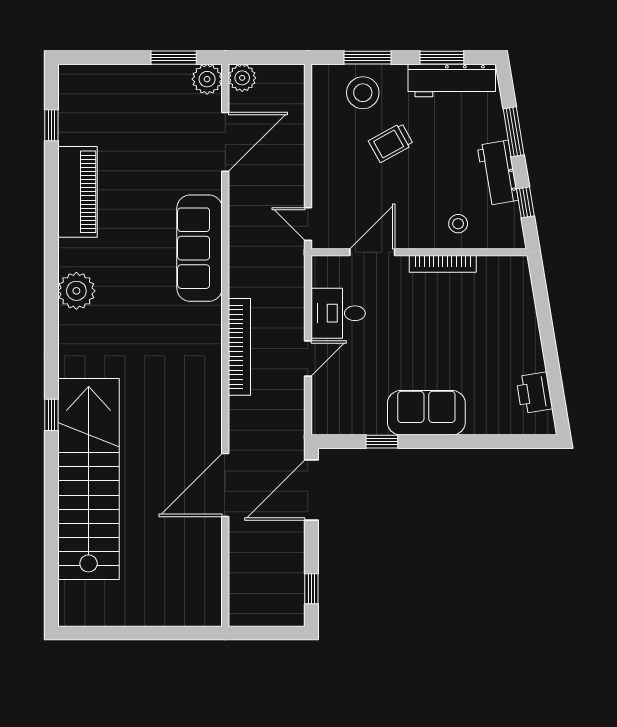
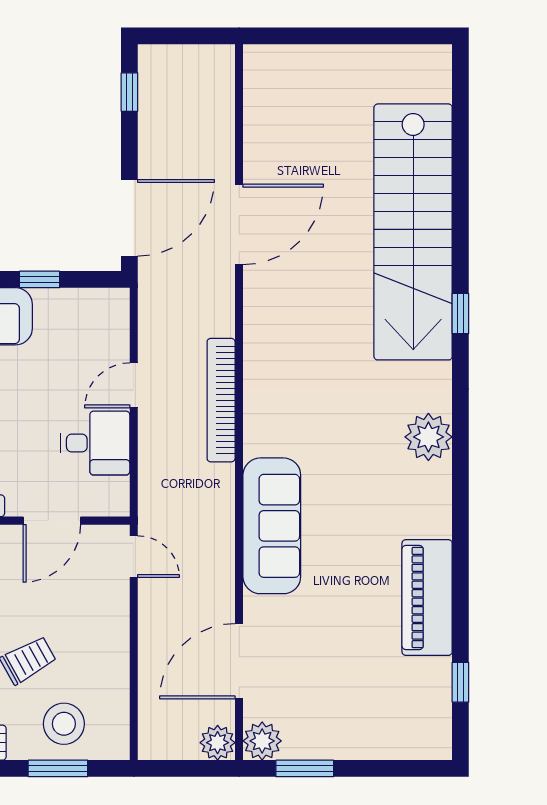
plant: (76, 291) -> (428, 437), moved

